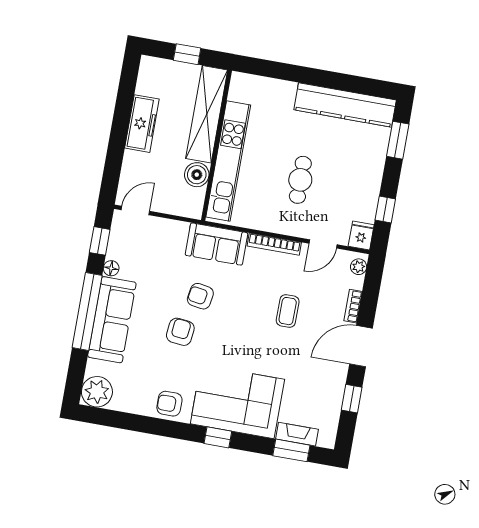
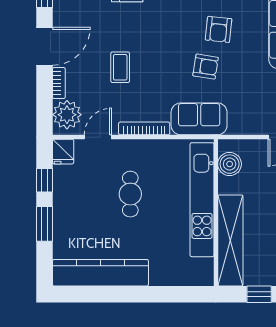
window: (398, 140) -> (45, 224), moved
boiler: (197, 175) -> (230, 164), moved
plant: (359, 267) -> (67, 115), width x1.87, depth x1.87

